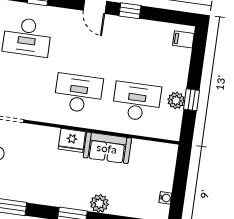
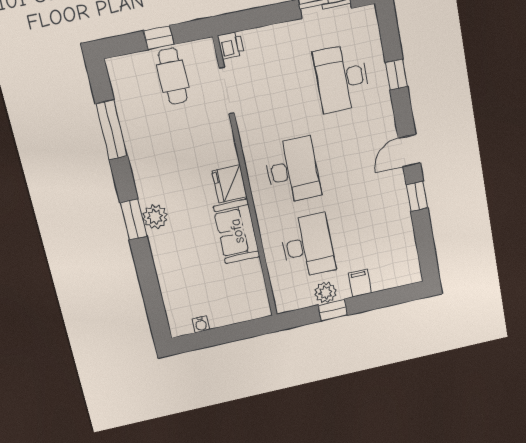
filing cabinet: (183, 39) -> (360, 283), moved
plant: (99, 203) -> (155, 217), moved

